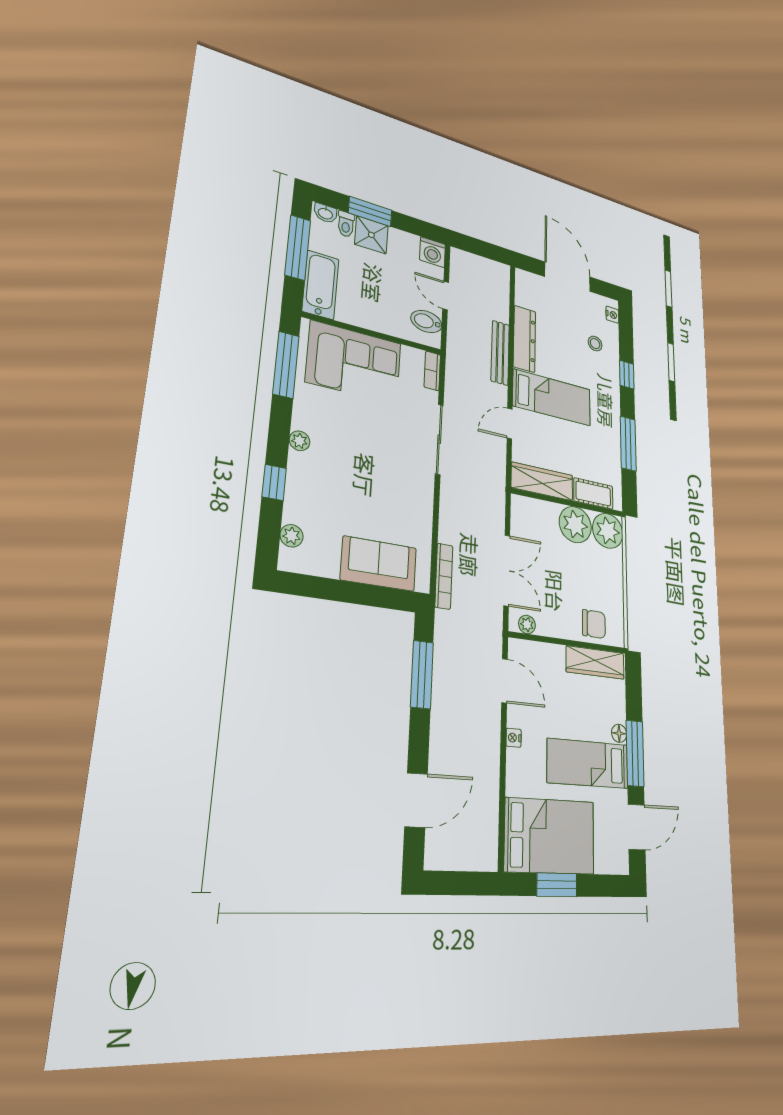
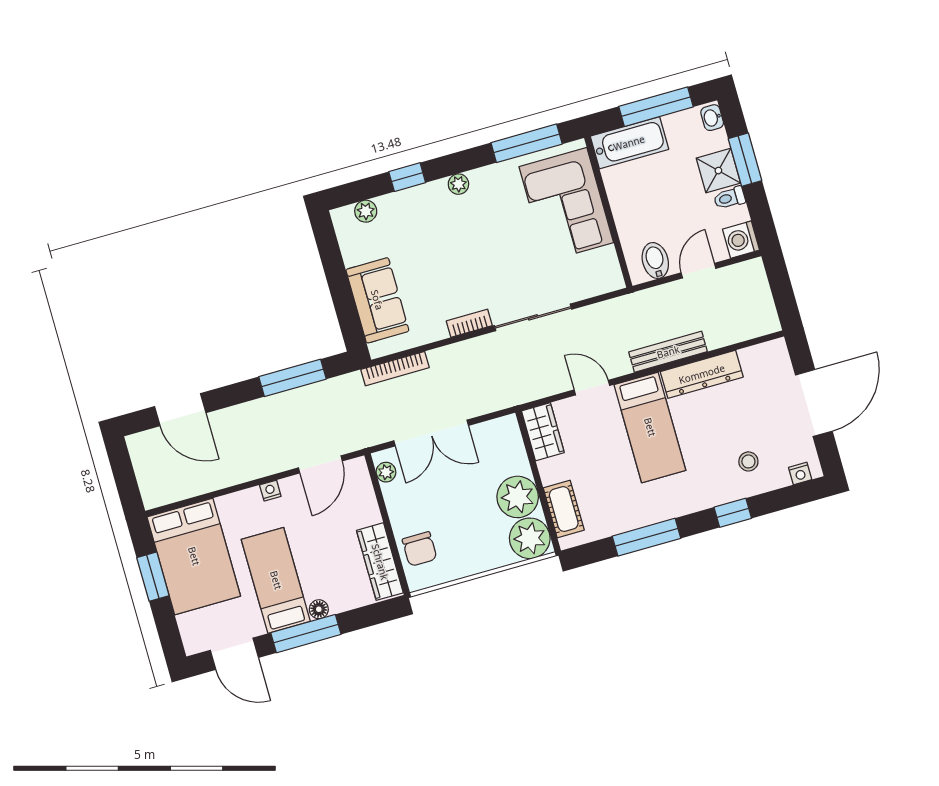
toilet: (346, 224) -> (729, 198), moved
bookcase: (432, 371) -> (469, 323), moved
wardrobe: (542, 481) -> (543, 432), width x0.67

